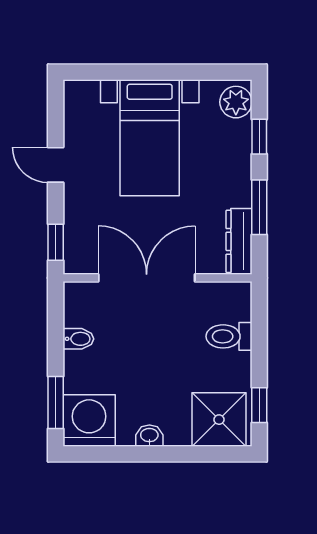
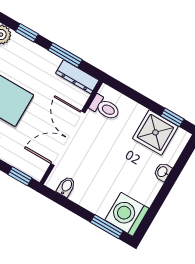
toilet: (229, 336) -> (105, 108), moved, turned -90
bidet: (78, 339) -> (66, 187), moved
shower: (219, 420) -> (155, 132), moved
washbasin: (149, 436) -> (163, 172), moved

